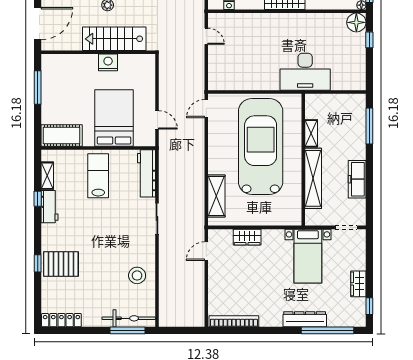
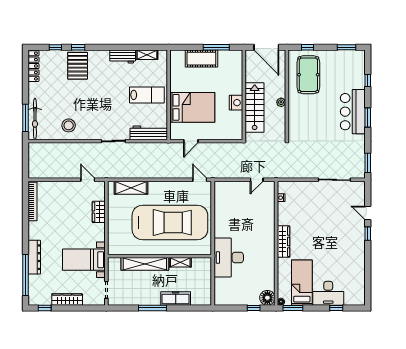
window: (369, 126) -> (153, 308), moved
cot: (62, 135) -> (201, 59), moved, turned 90
freezer: (357, 179) -> (176, 298), moved
window: (38, 199) -> (55, 47), moved
wardrobe: (358, 284) -> (67, 299), width x1.50

